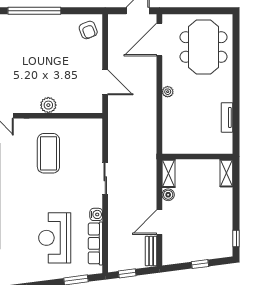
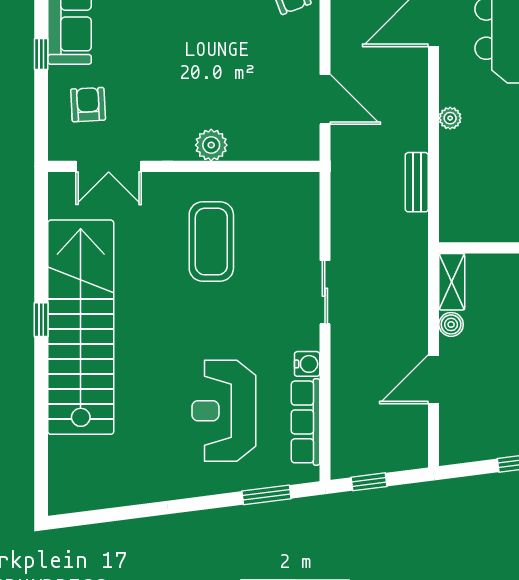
bench: (151, 251) -> (417, 182), moved

